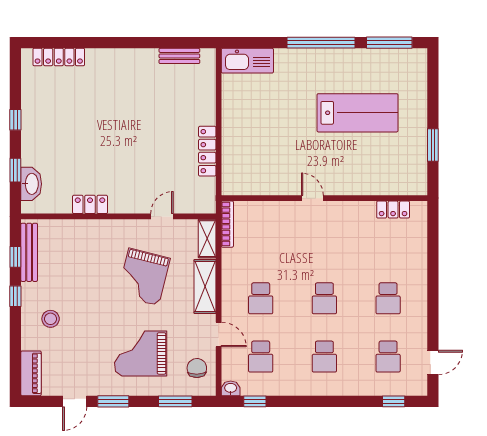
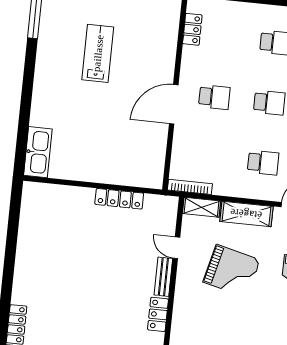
window: (321, 43) -> (28, 81), removed
bench: (179, 56) -> (163, 277), moved
lab bench: (358, 113) -> (98, 53), width x0.73, depth x0.72
door: (312, 198) -> (174, 104), width x1.87
school desk: (324, 240) -> (214, 97), added

